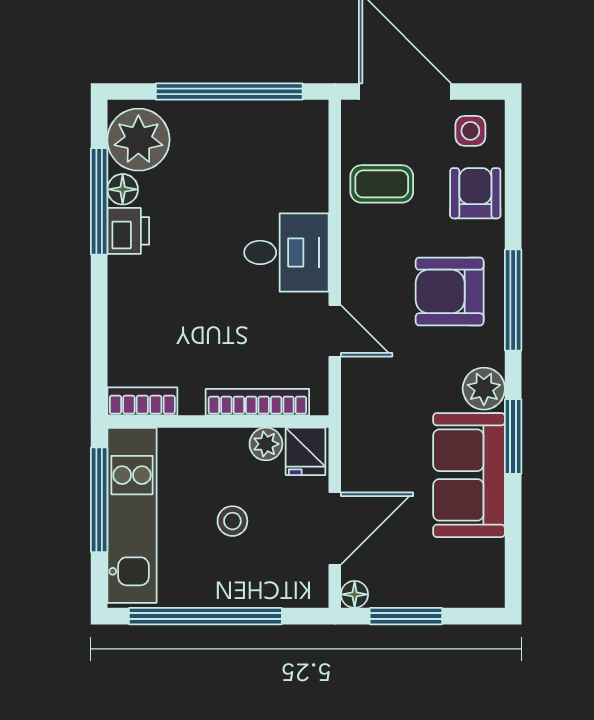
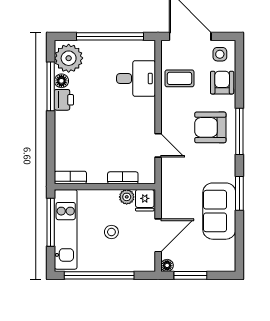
desk: (286, 252) -> (136, 79), moved
plant: (484, 389) -> (226, 172), removed
bookcase: (257, 402) -> (123, 178), width x0.64

